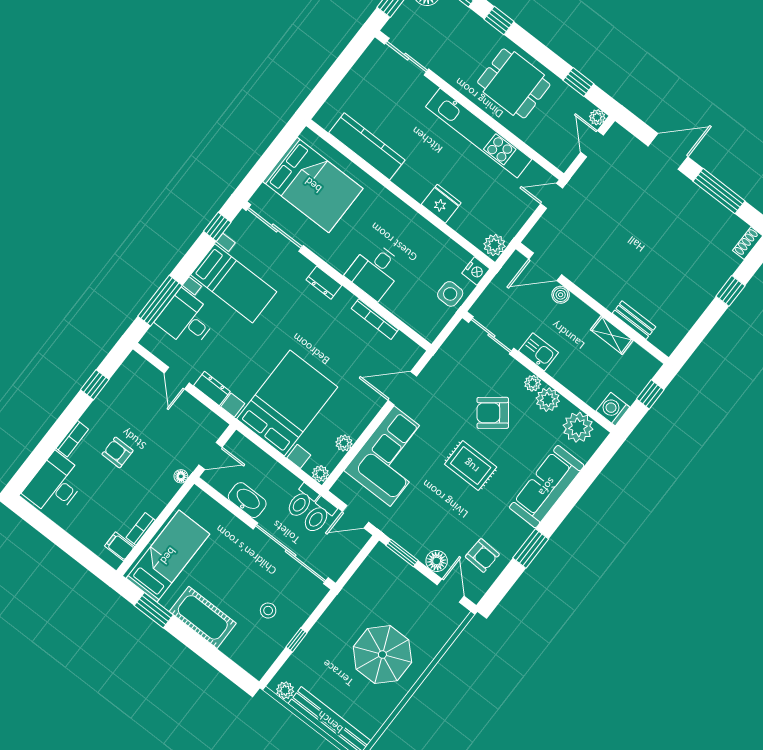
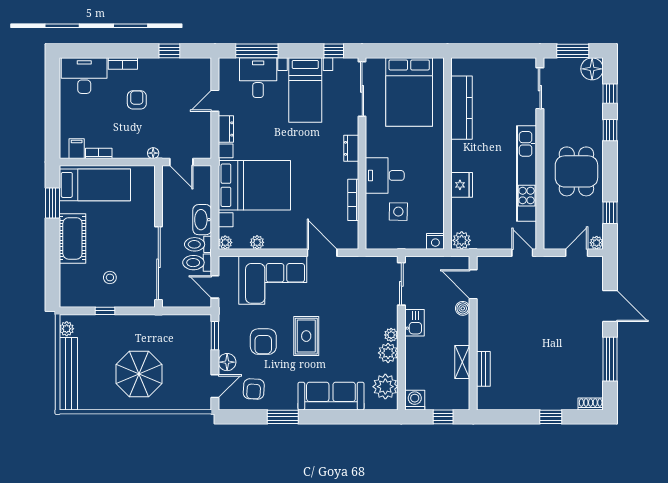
side table: (450, 294) -> (398, 212), moved
armchair: (493, 413) -> (263, 342), moved, turned -142
washbasin: (247, 500) -> (202, 220), moved, turned 180

